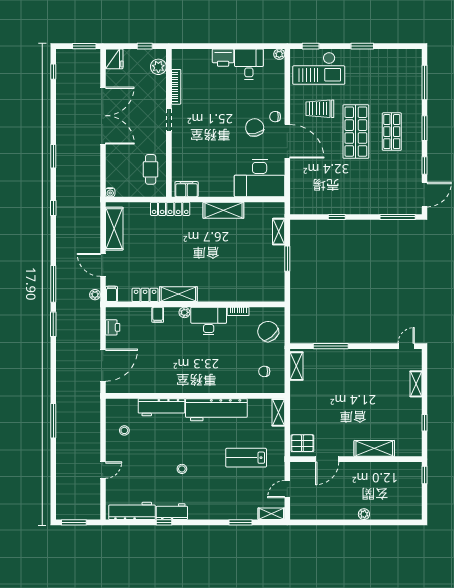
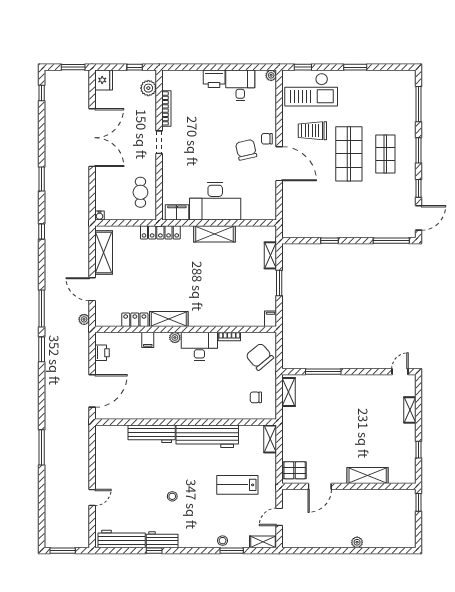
desk: (260, 178) -> (215, 201), moved
filing cabinet: (111, 294) -> (271, 319), moved
stool: (124, 430) -> (223, 541), moved

